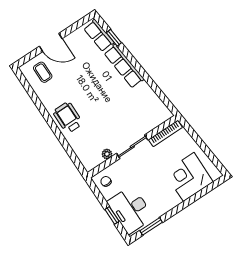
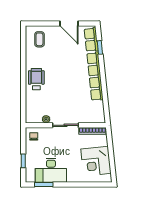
door: (51, 42) -> (69, 24), moved
row of seats: (124, 66) -> (95, 76), width x1.36
corner desk: (189, 177) -> (96, 161), moved, turned -96
desk: (130, 210) -> (51, 170), moved, turned -90

